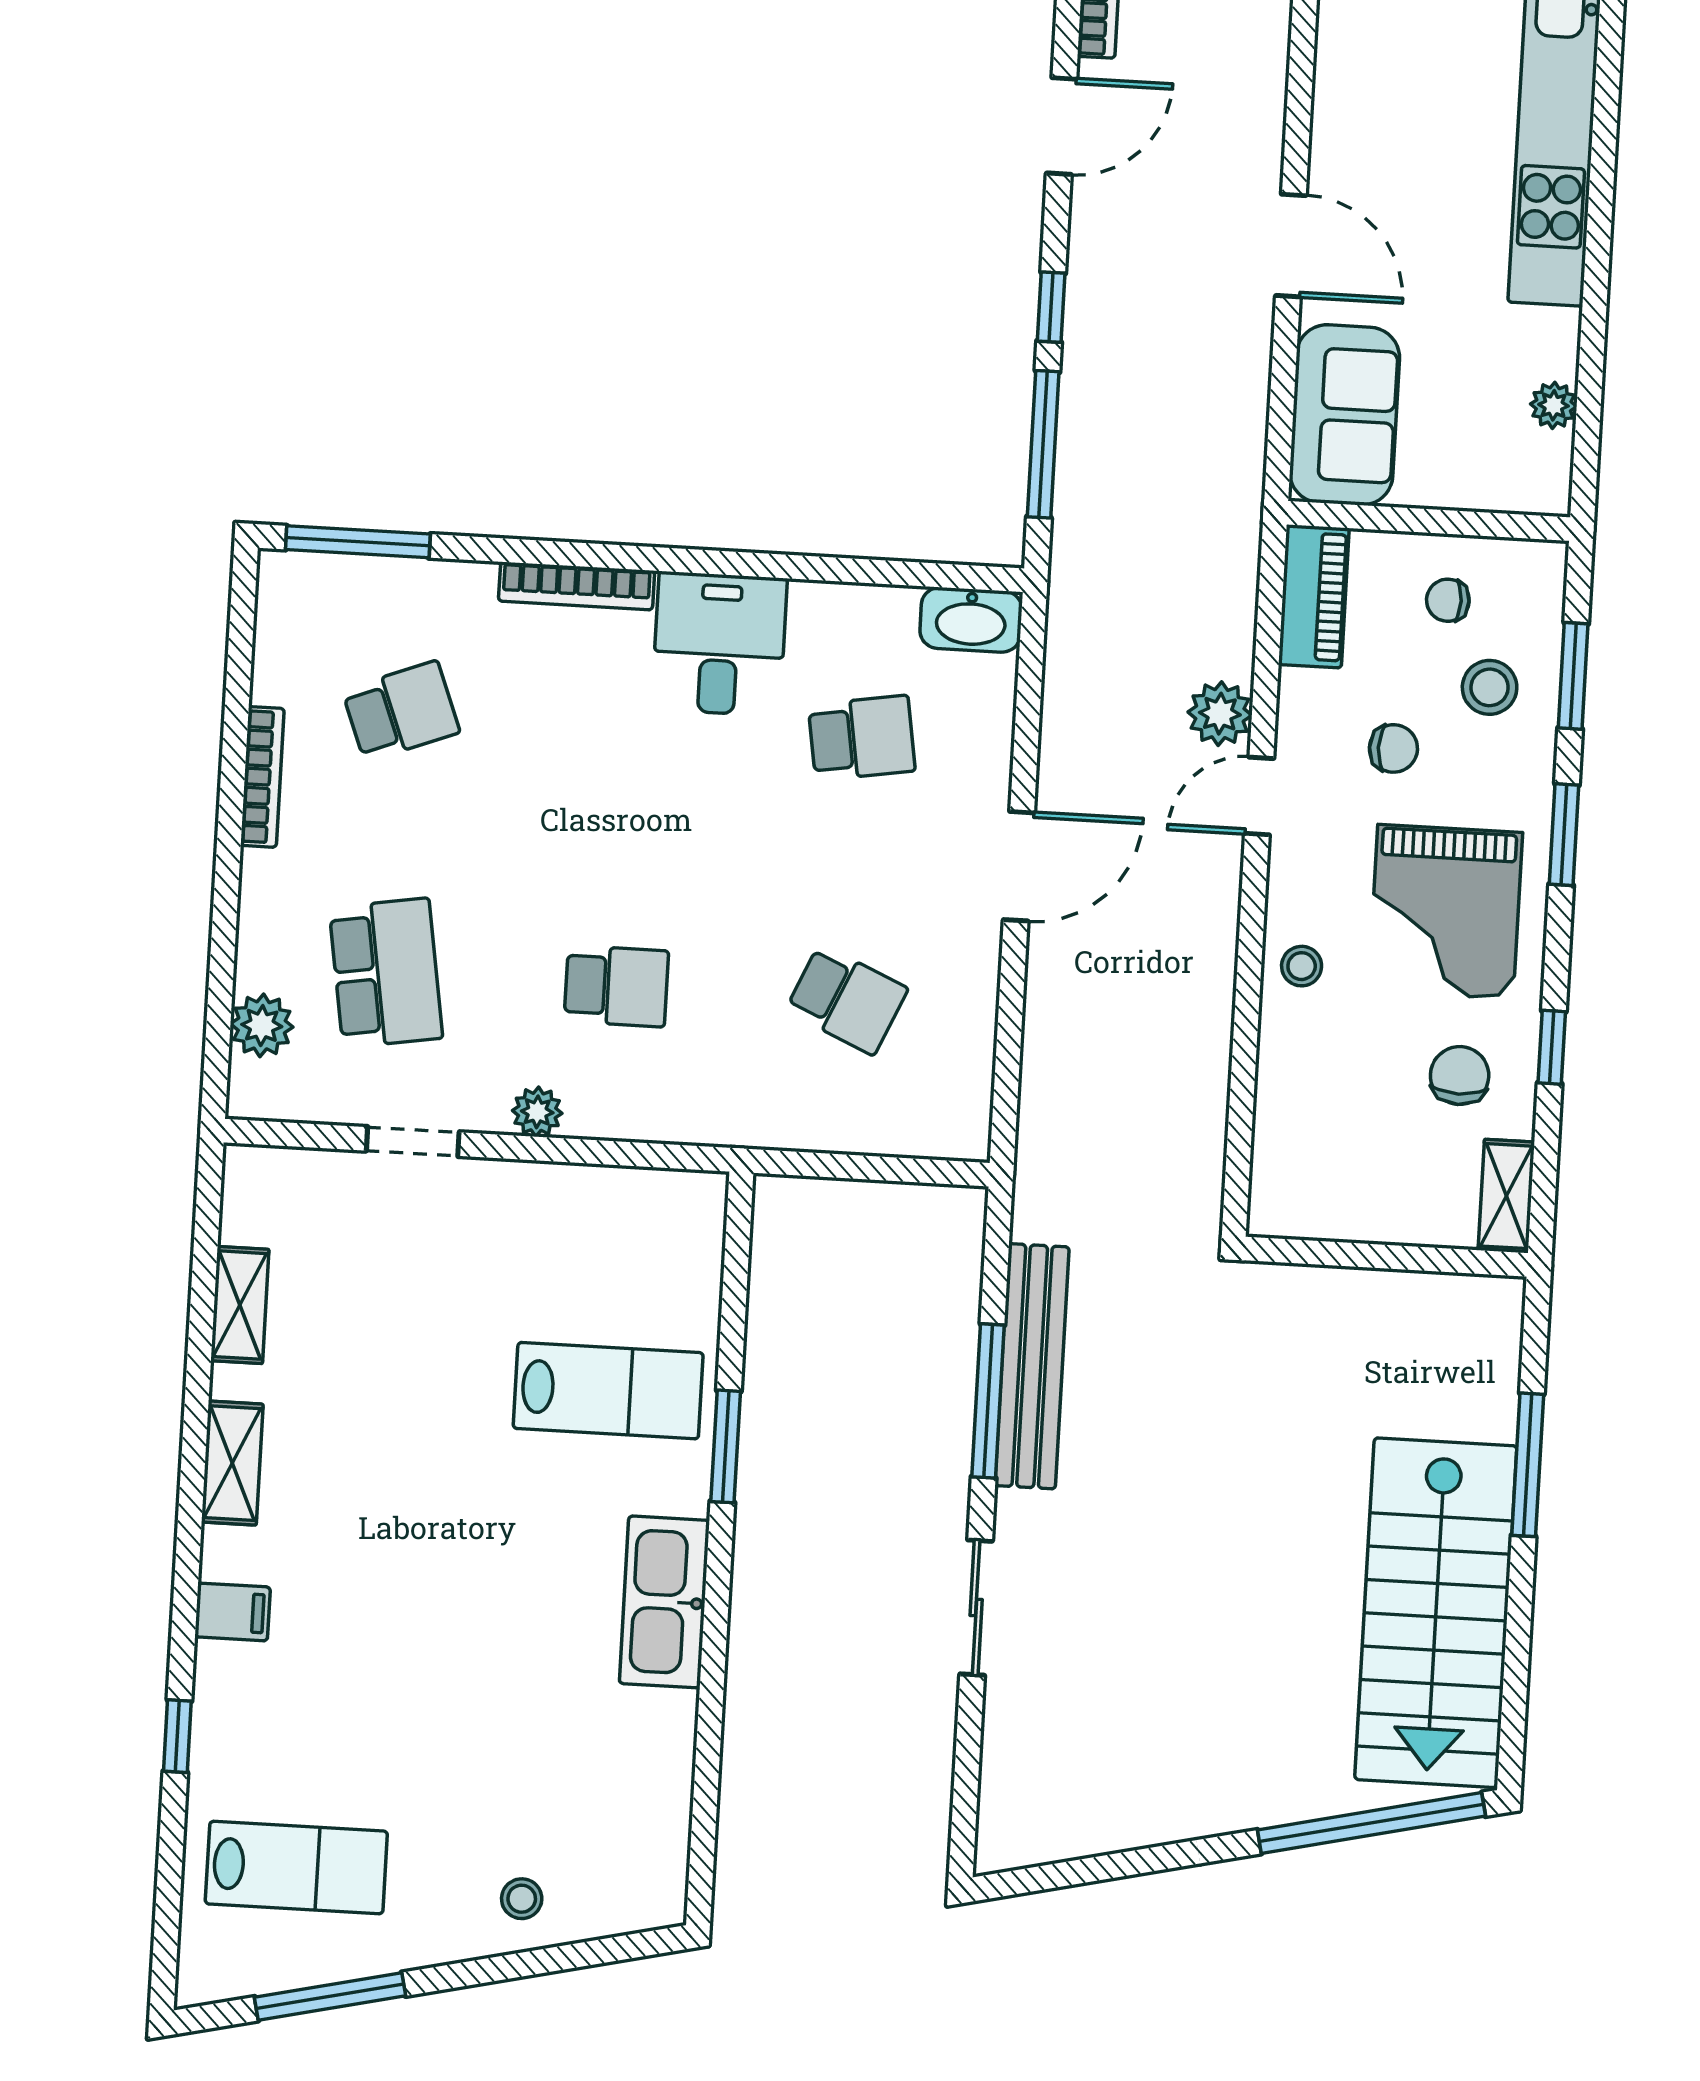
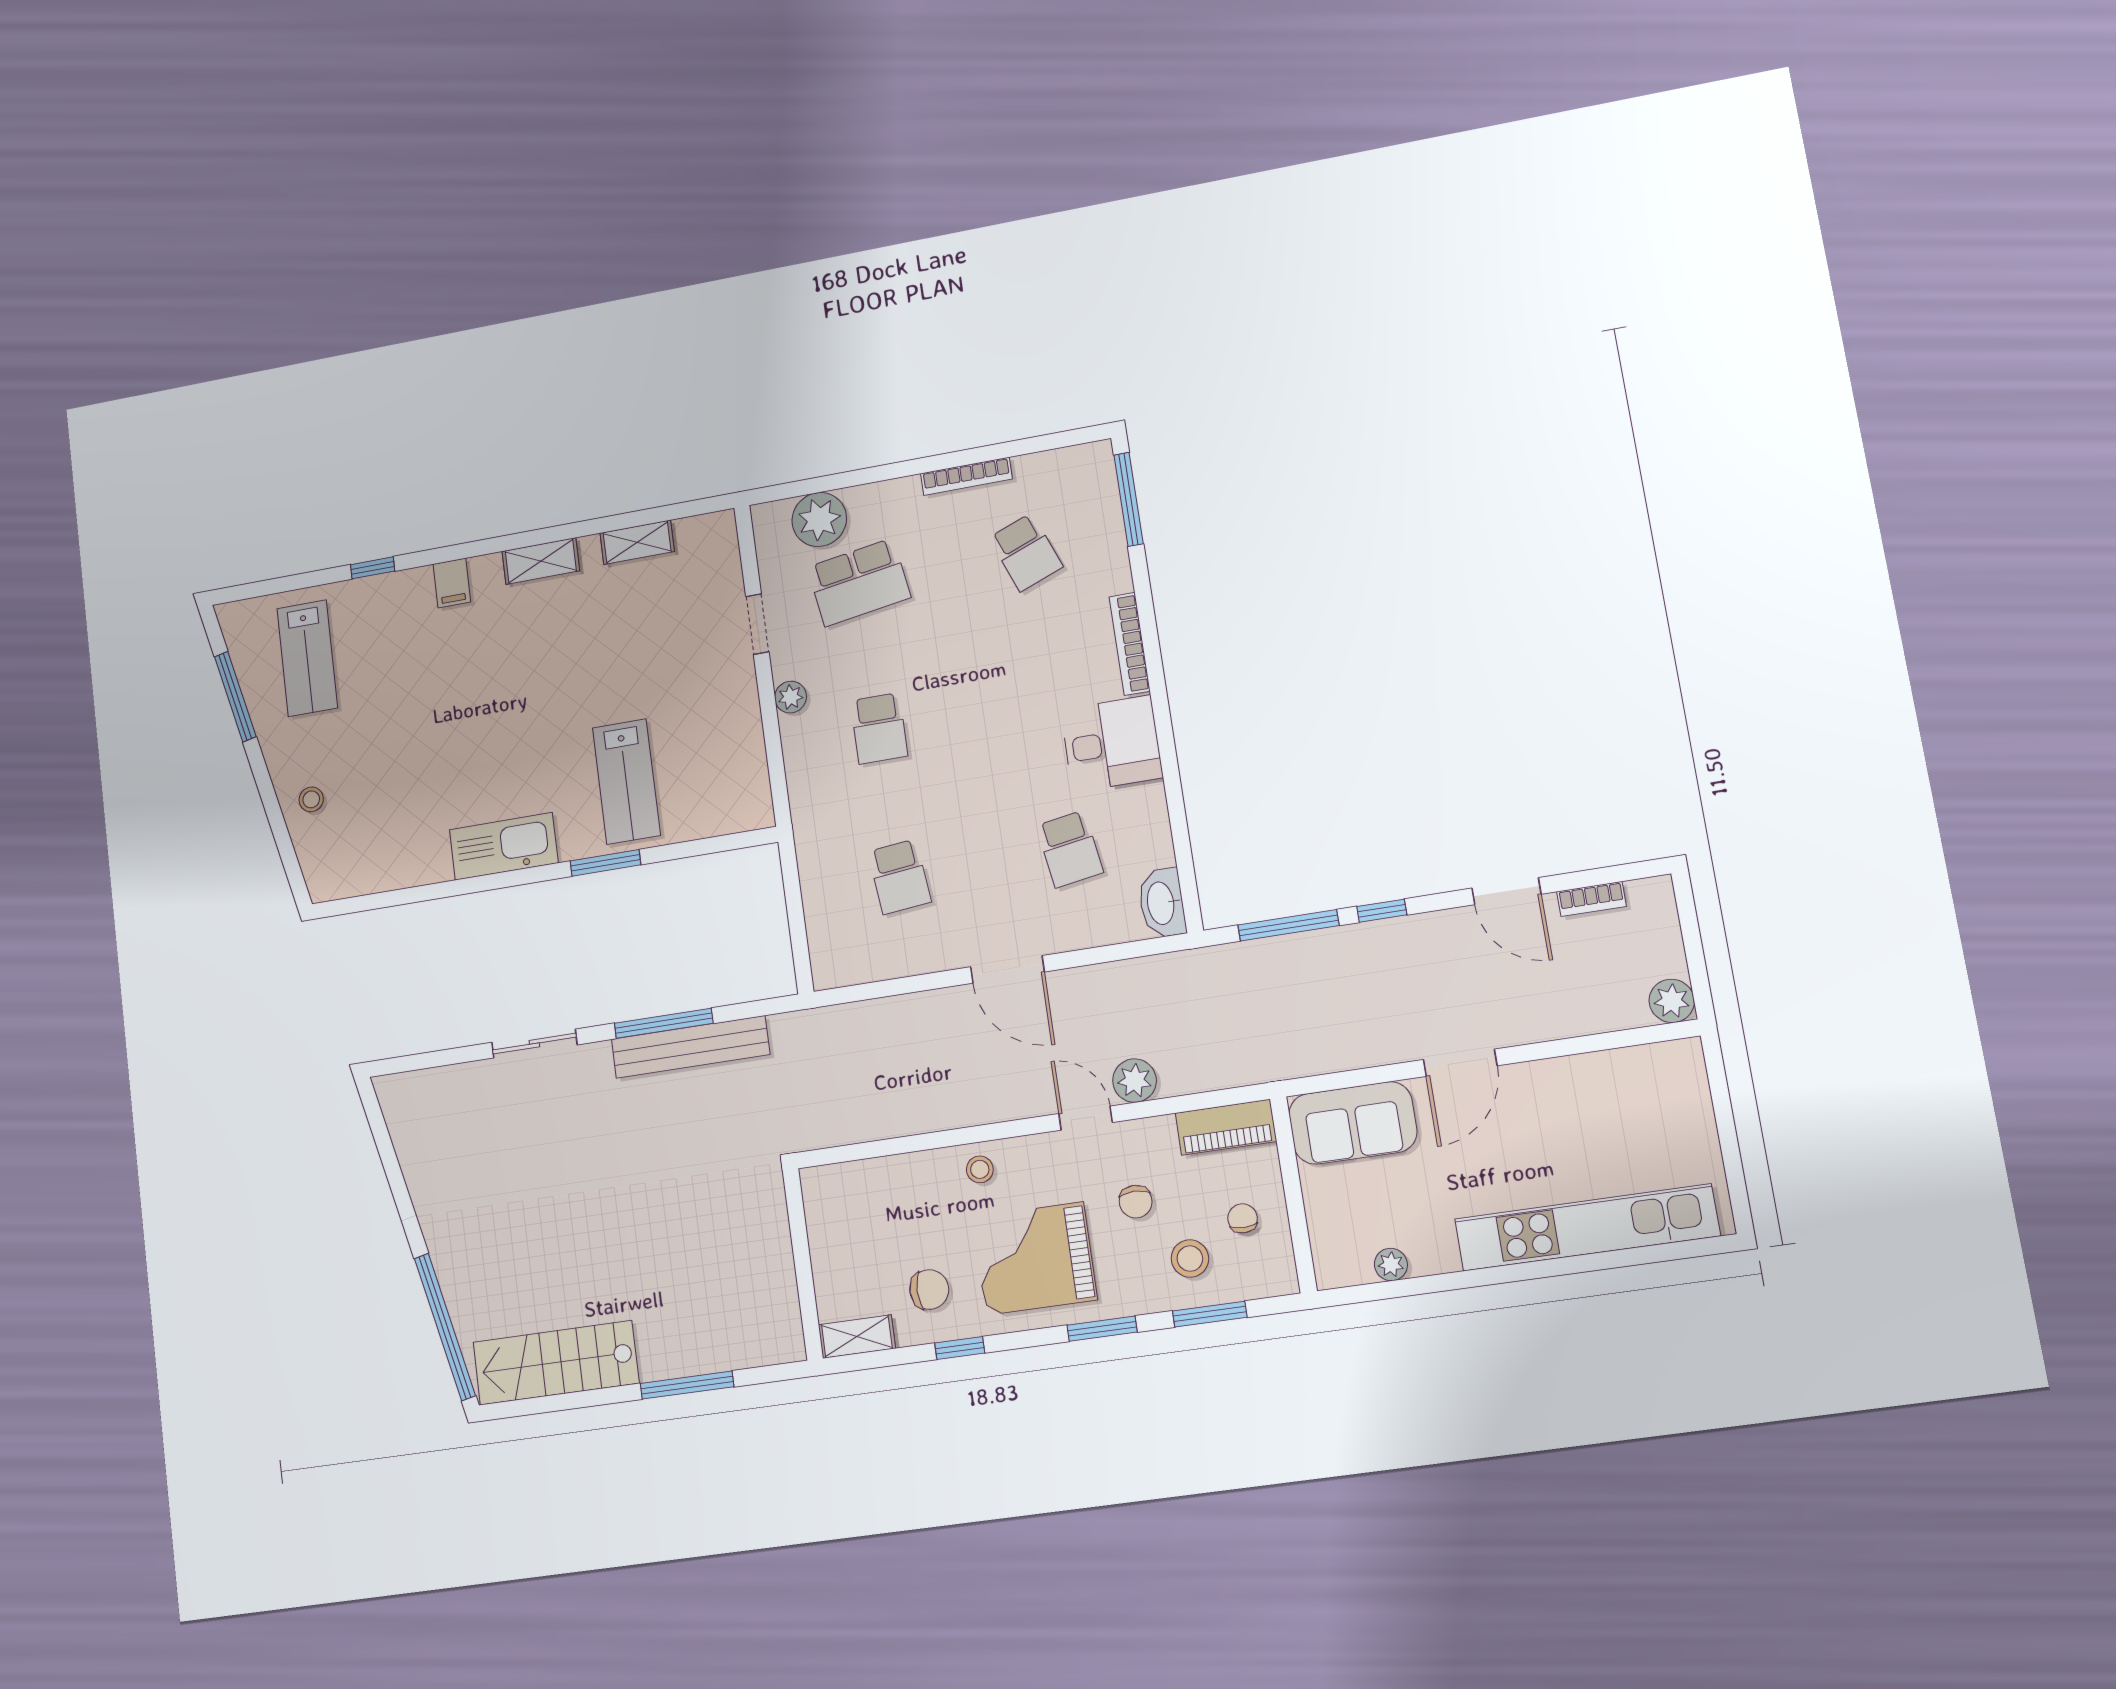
school desk: (847, 999) -> (900, 877), turned -30
plant: (262, 1025) -> (819, 520), width x1.36, depth x1.36
stairs: (1436, 1613) -> (556, 1363), width x0.73, depth x0.66

